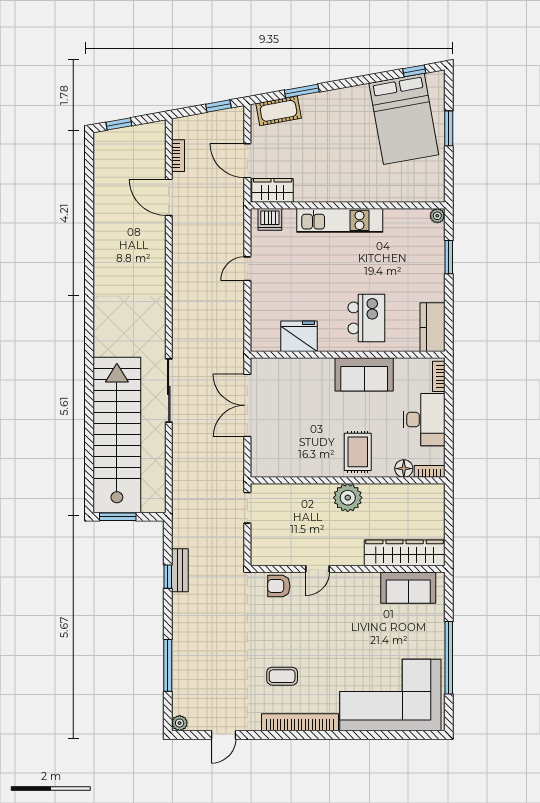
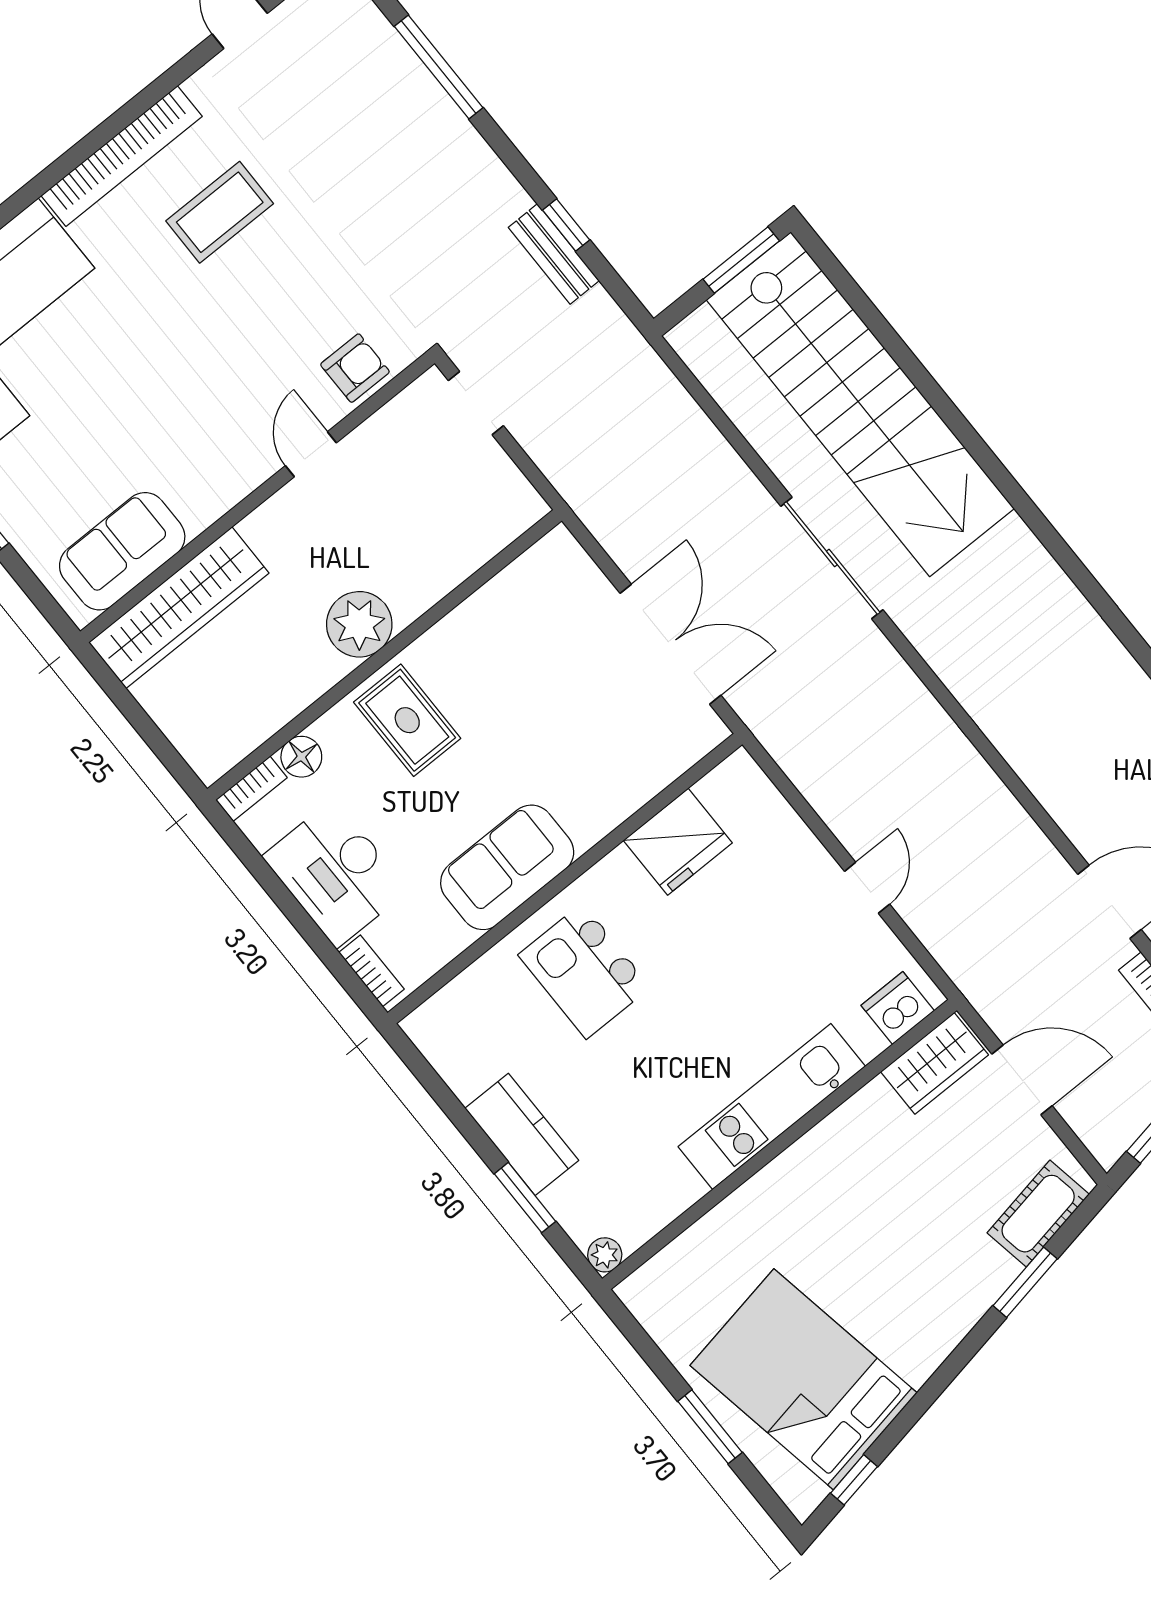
kitchen counter: (433, 327) -> (522, 1134), moved
doorway: (247, 508) -> (476, 403), moved
coffee table: (282, 676) -> (220, 212), width x1.36, depth x1.30

